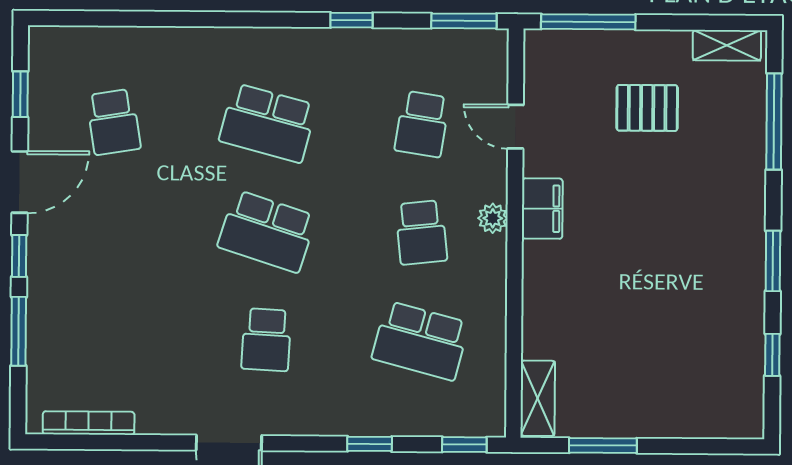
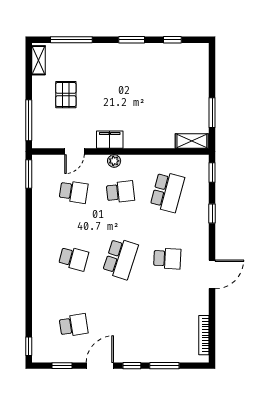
window: (352, 20) -> (29, 346), moved
school desk: (268, 123) -> (74, 259), width x0.54
door: (20, 182) -> (100, 366), hinge flipped

